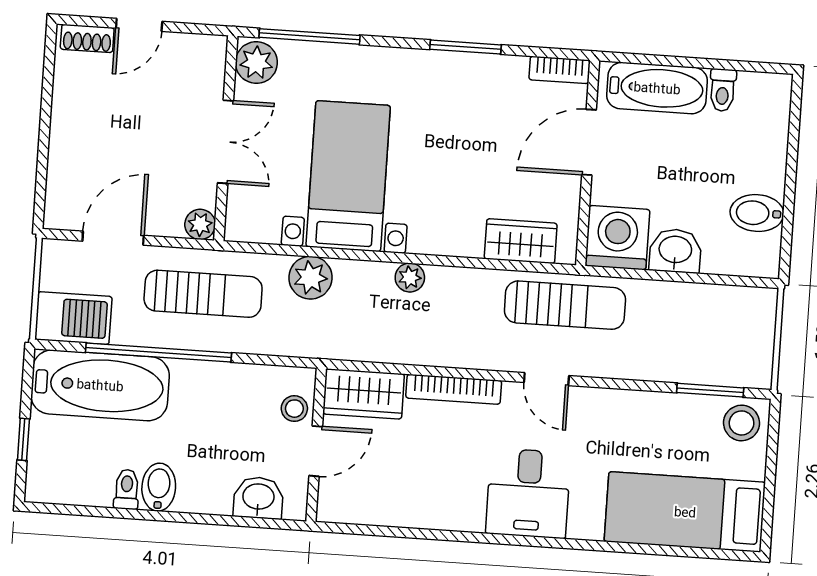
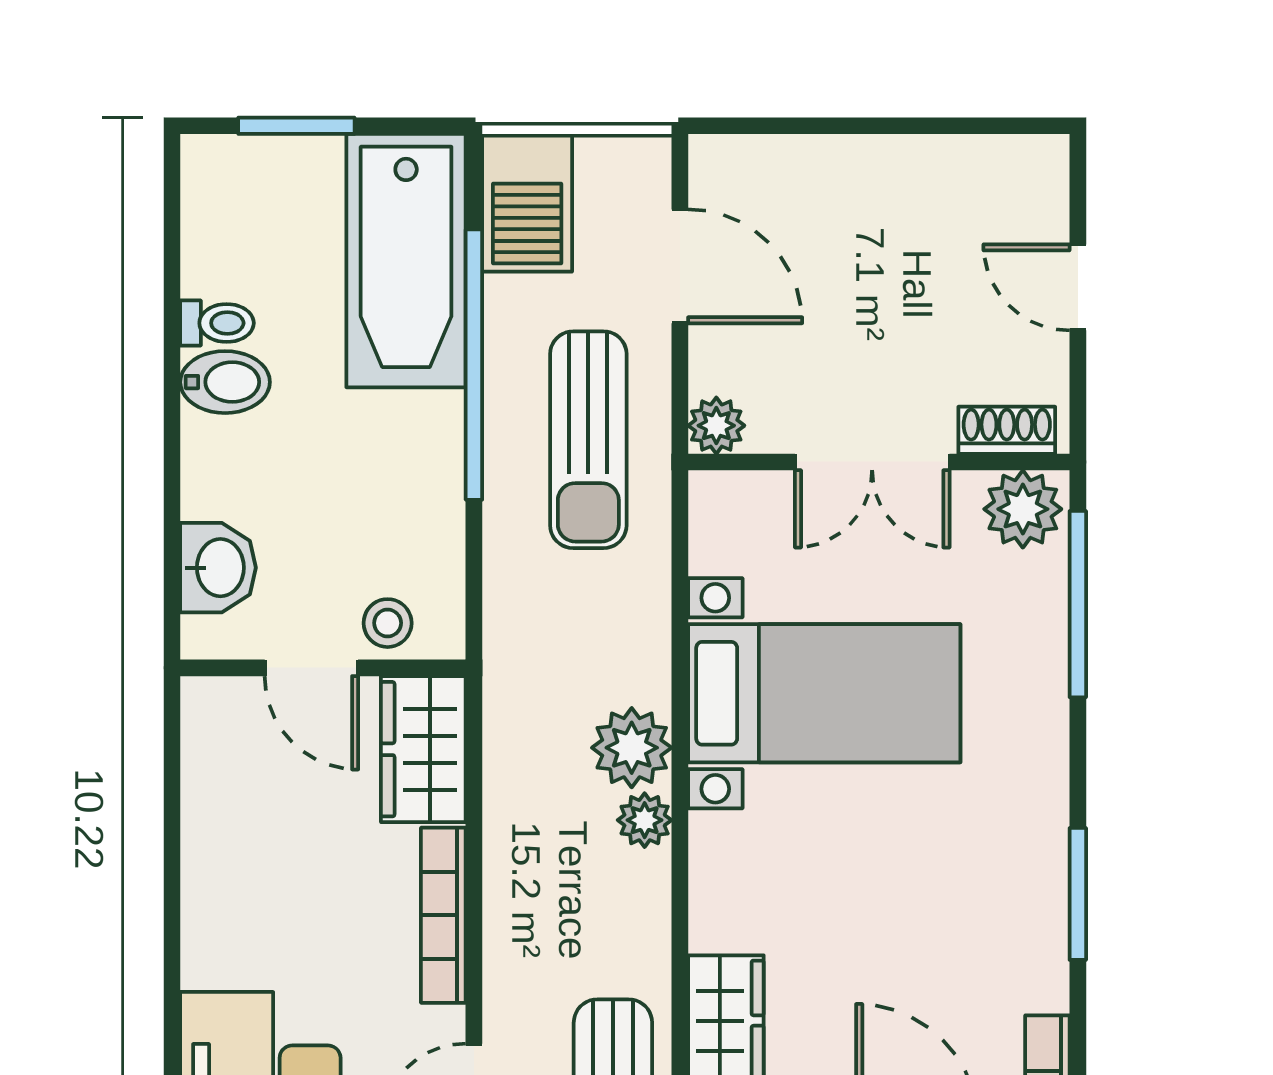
shoe rack: (87, 38) -> (1007, 430), moved, turned 90
plant: (310, 278) -> (632, 748), moved
window: (23, 439) -> (296, 126), width x1.50

